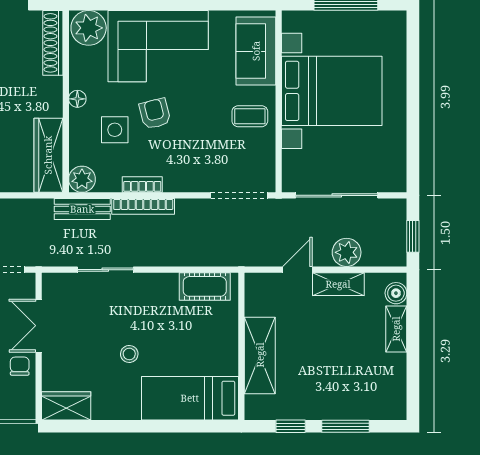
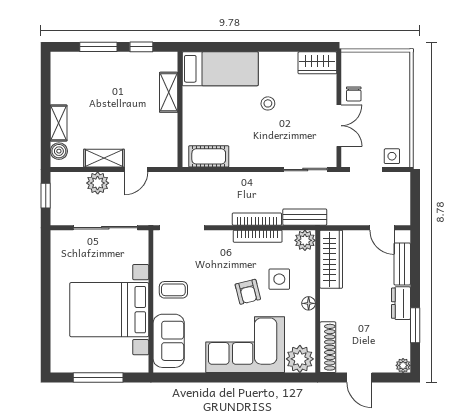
bookcase: (142, 185) -> (258, 236), width x1.56
sliding door: (105, 270) -> (305, 170), moved
shelving: (260, 355) -> (169, 92), width x0.67, depth x0.75

